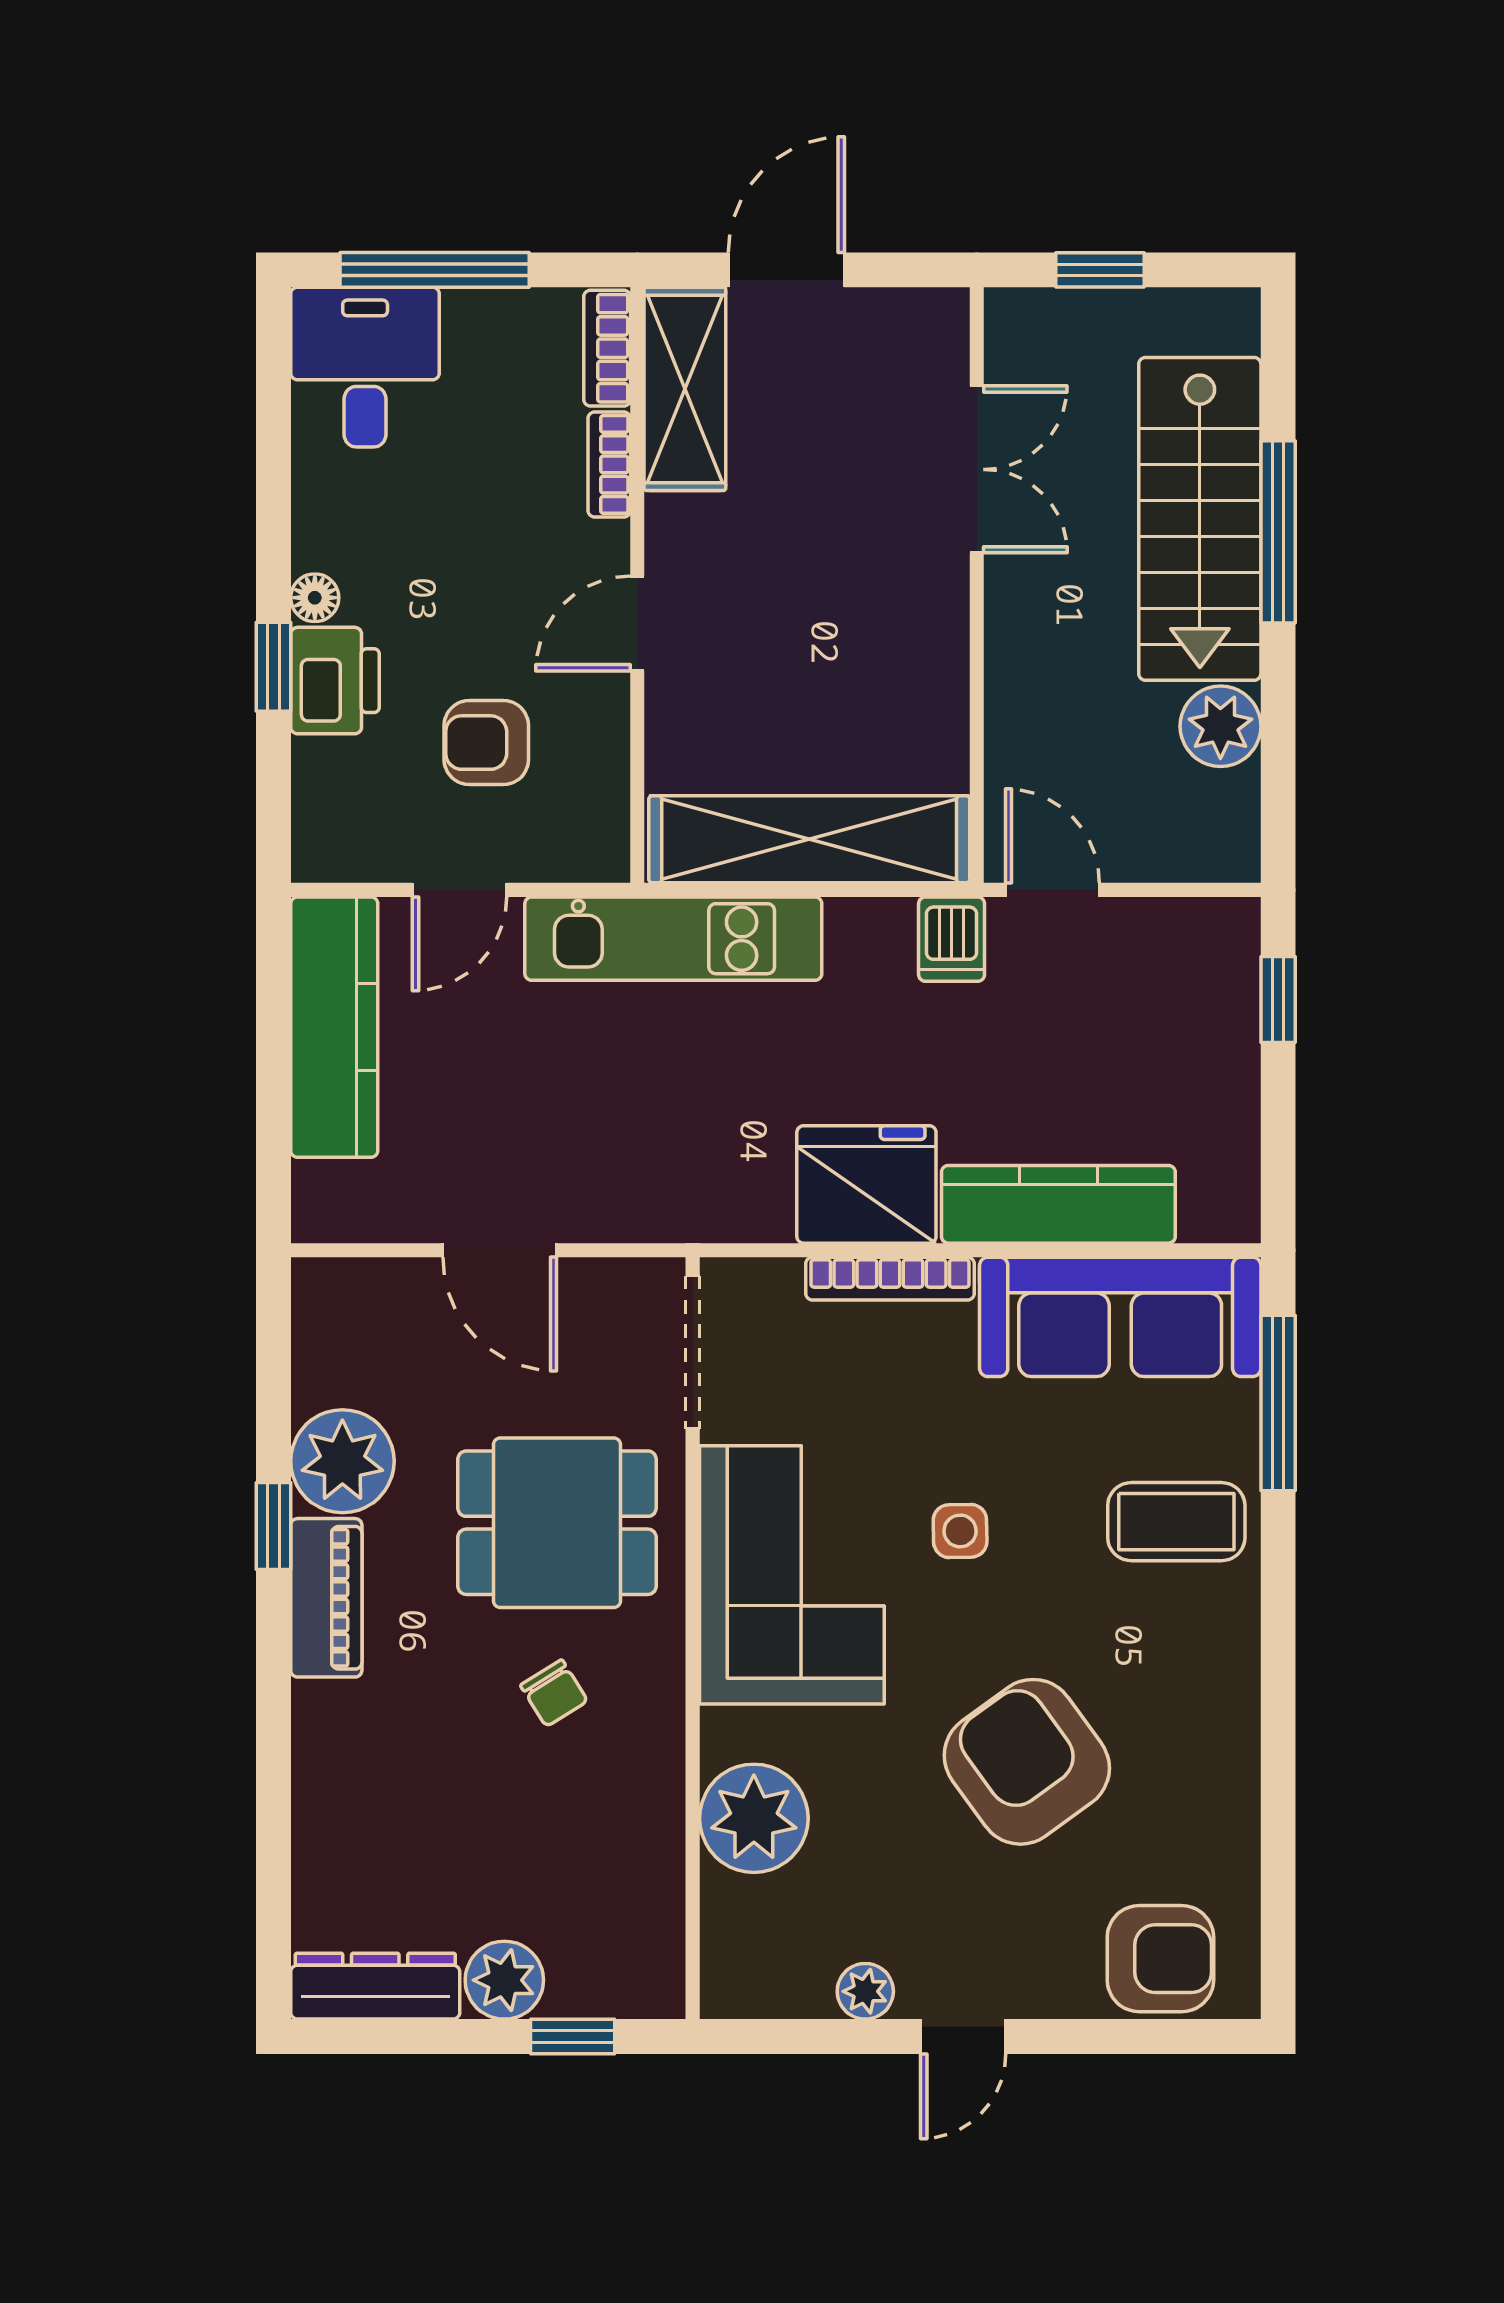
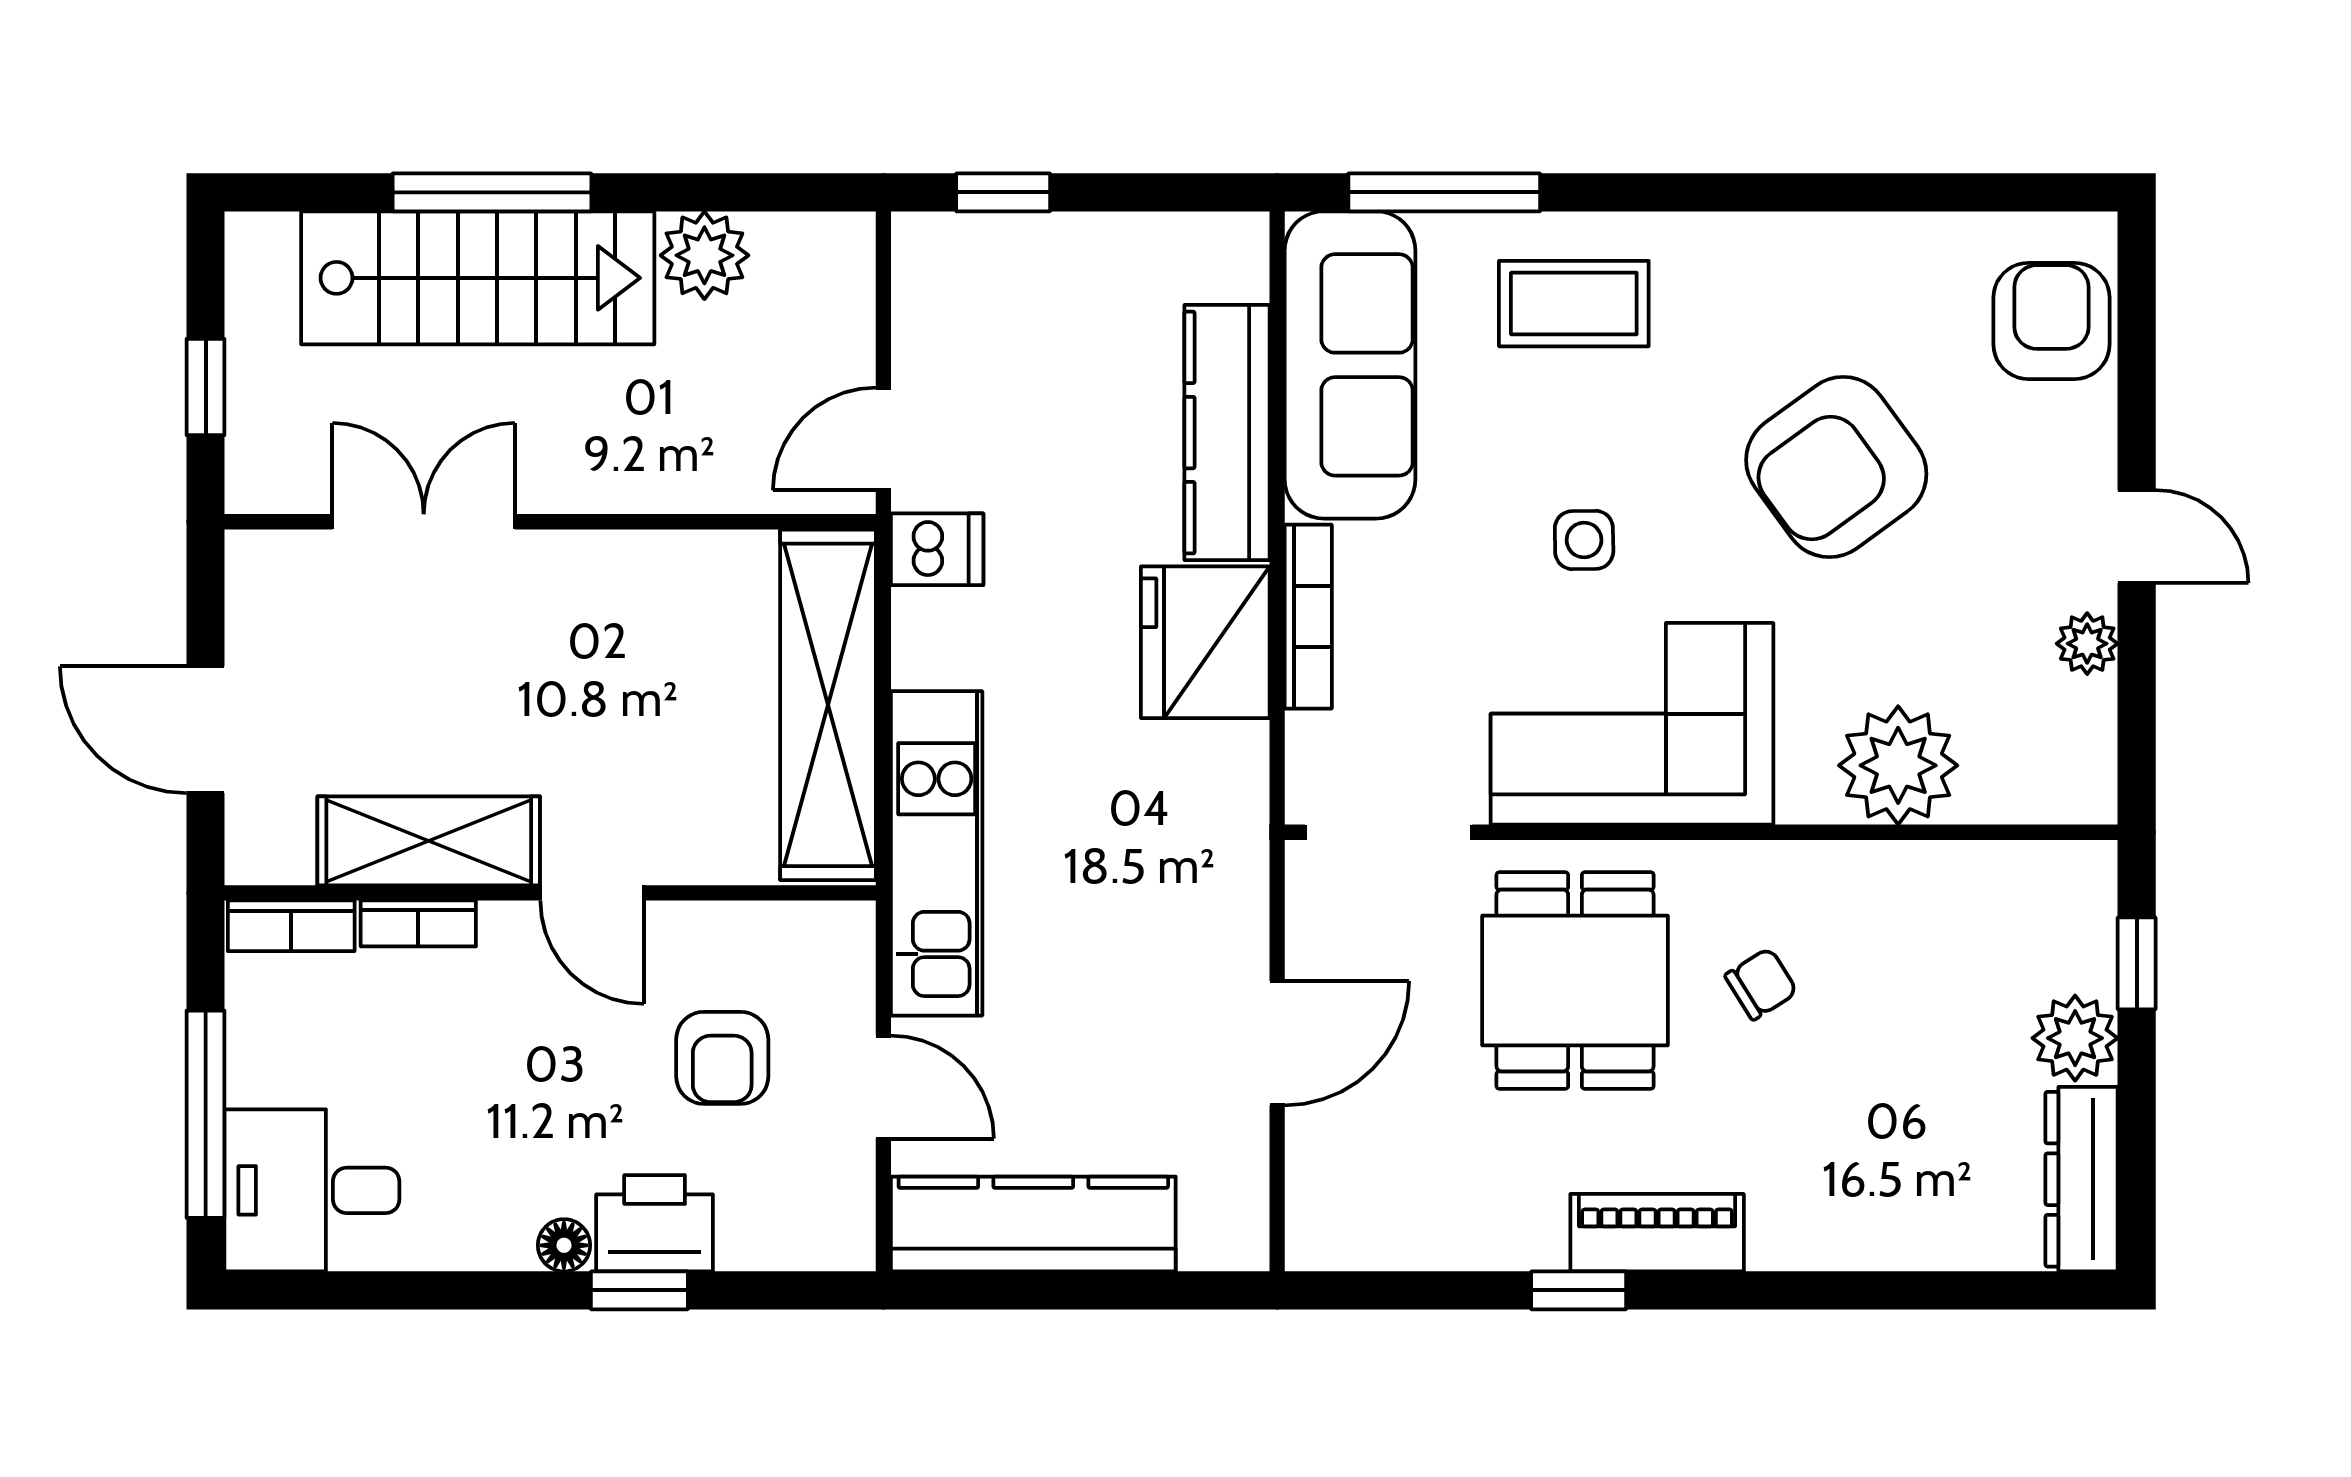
shelving: (685, 389) -> (429, 841), moved
plant: (342, 1461) -> (1508, 1215), removed
coffee table: (1176, 1522) -> (1574, 304), turned 90

